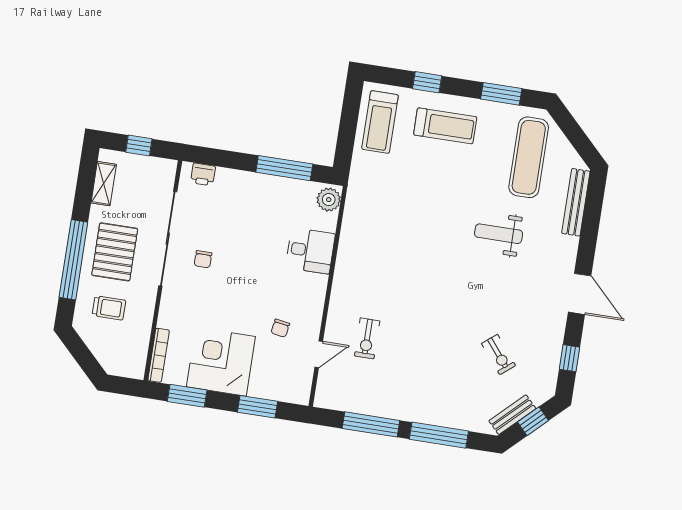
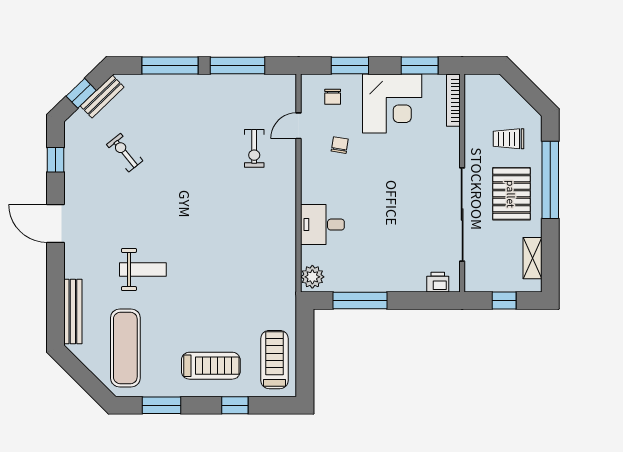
treadmill: (445, 126) -> (211, 366), turned 180
chair: (203, 259) -> (333, 97), moved, turned 180
exercise bike: (367, 338) -> (254, 148), turned 180

